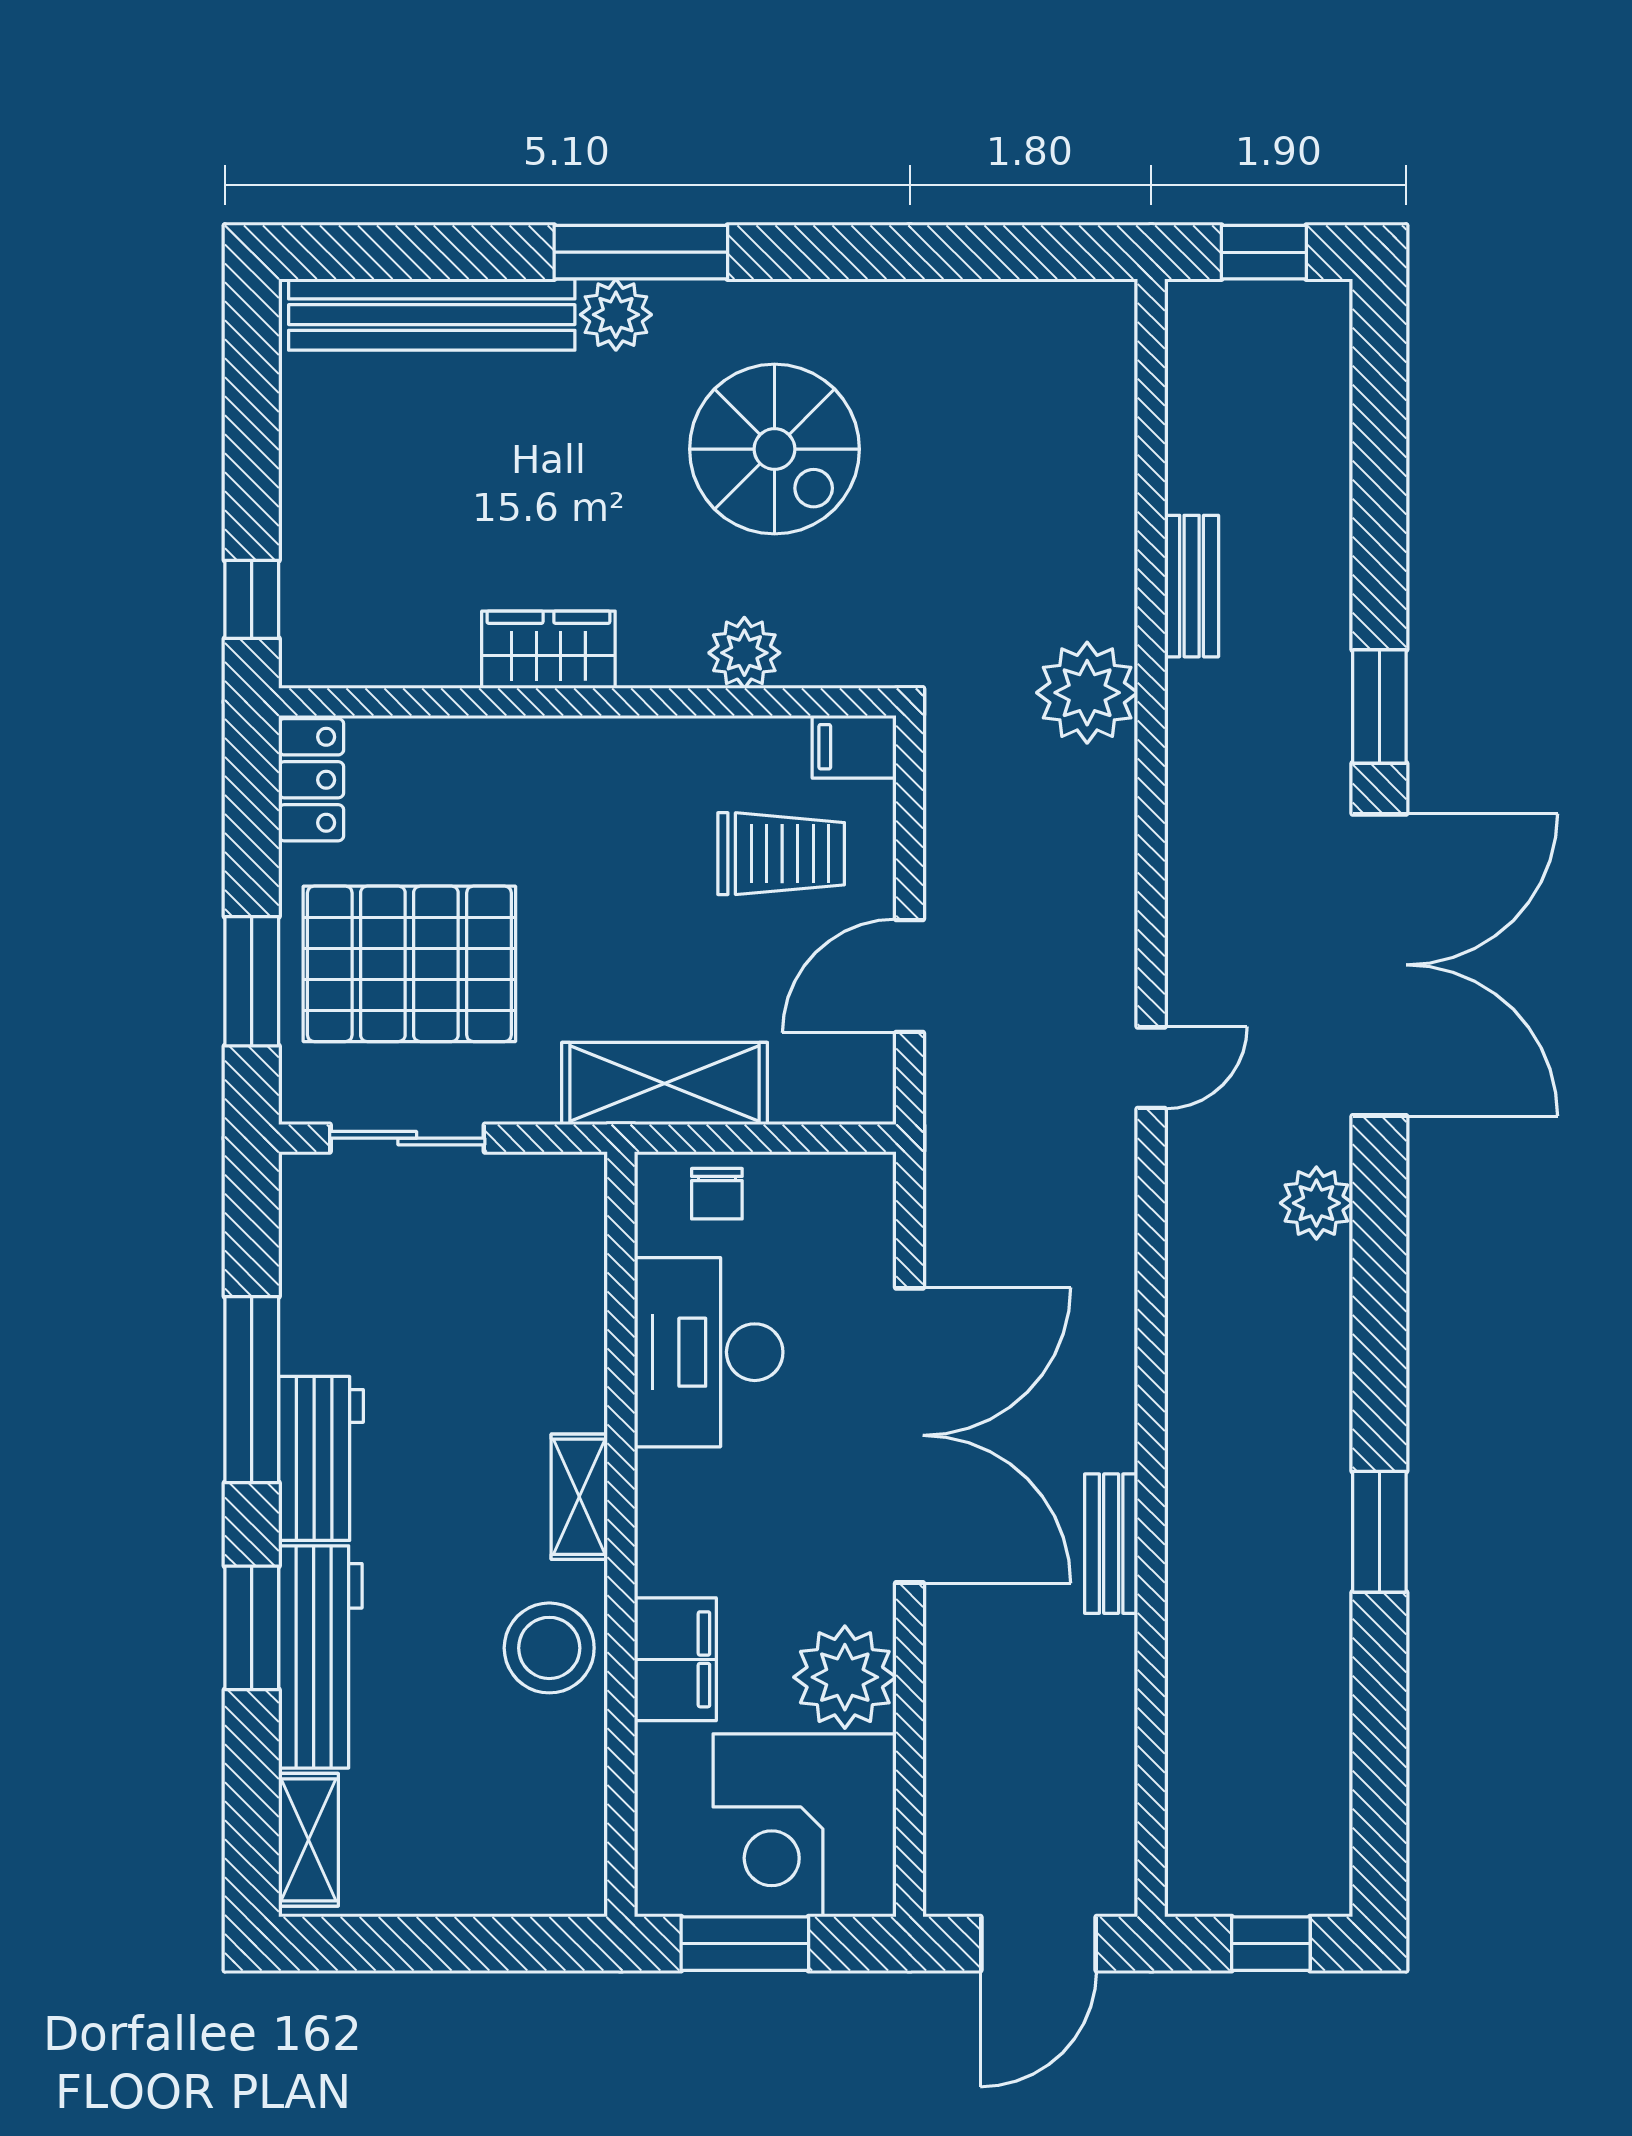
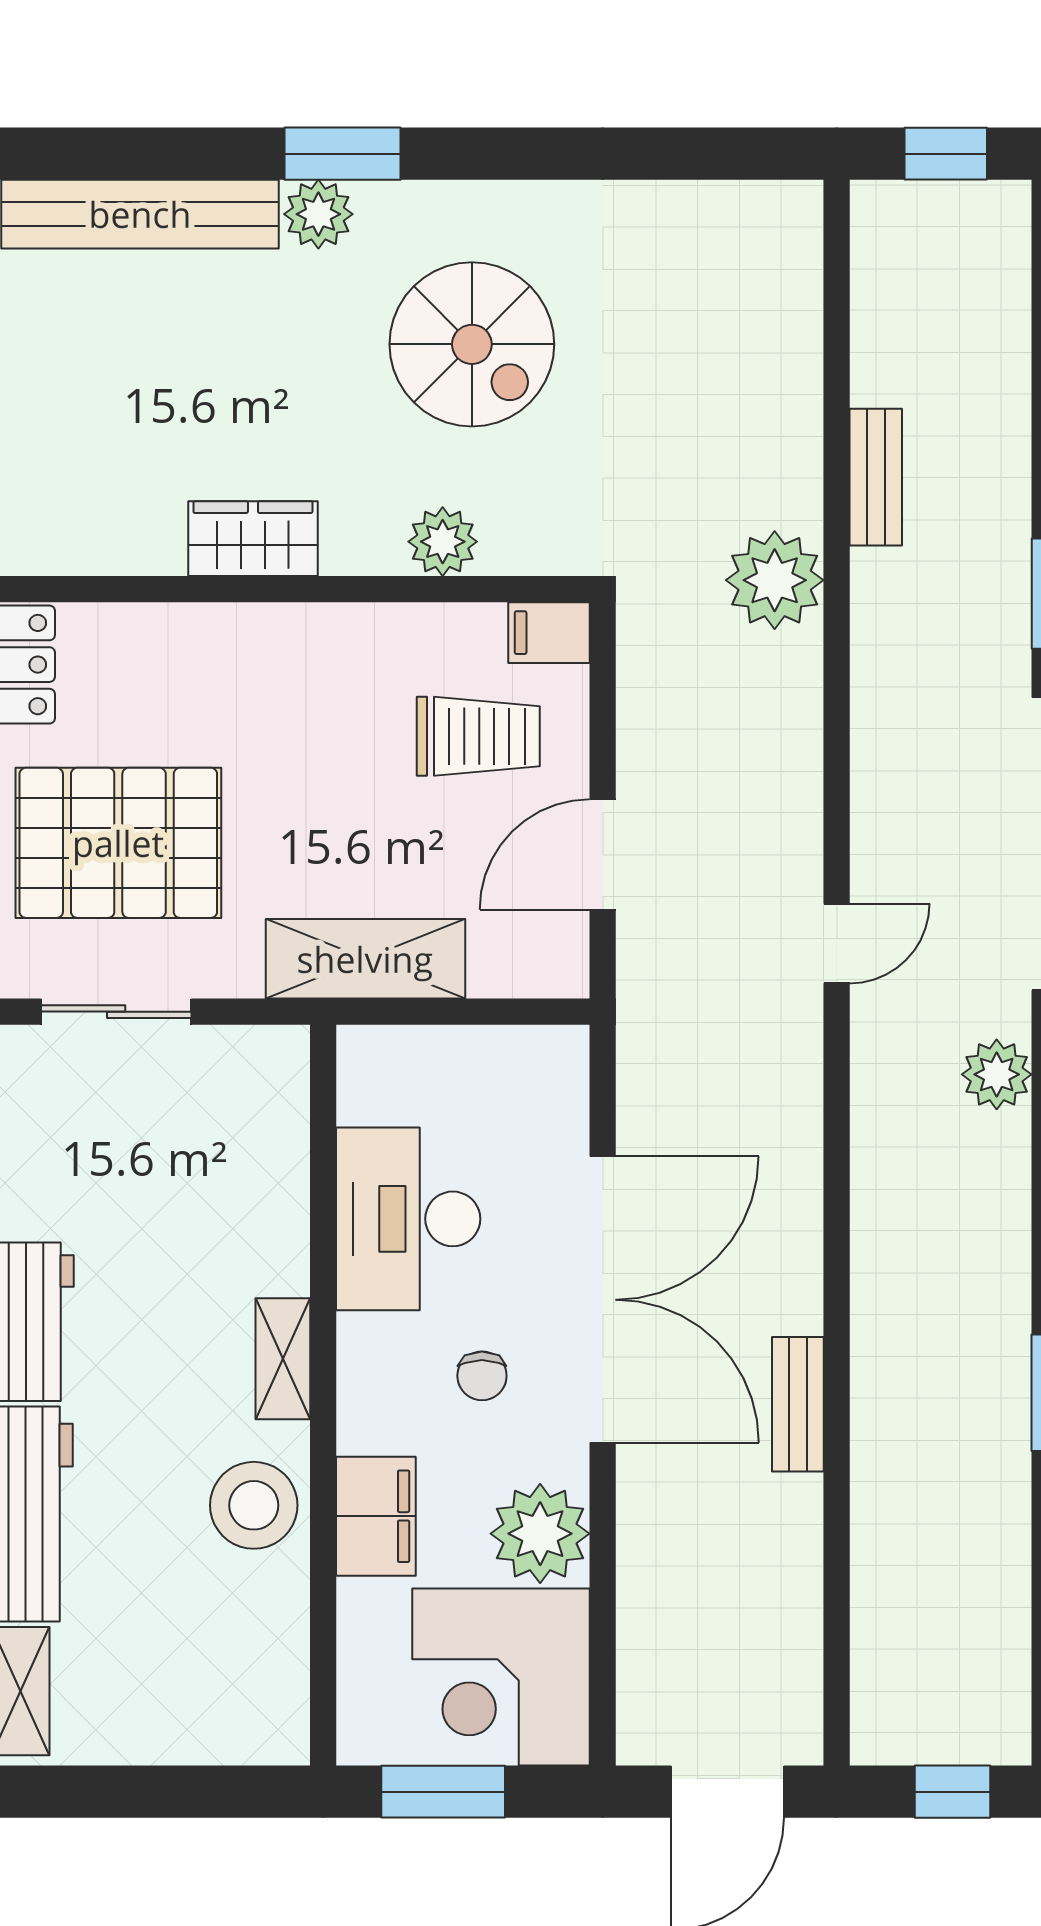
window: (641, 252) -> (343, 154), width x0.69
chair: (717, 1194) -> (482, 1376), moved

